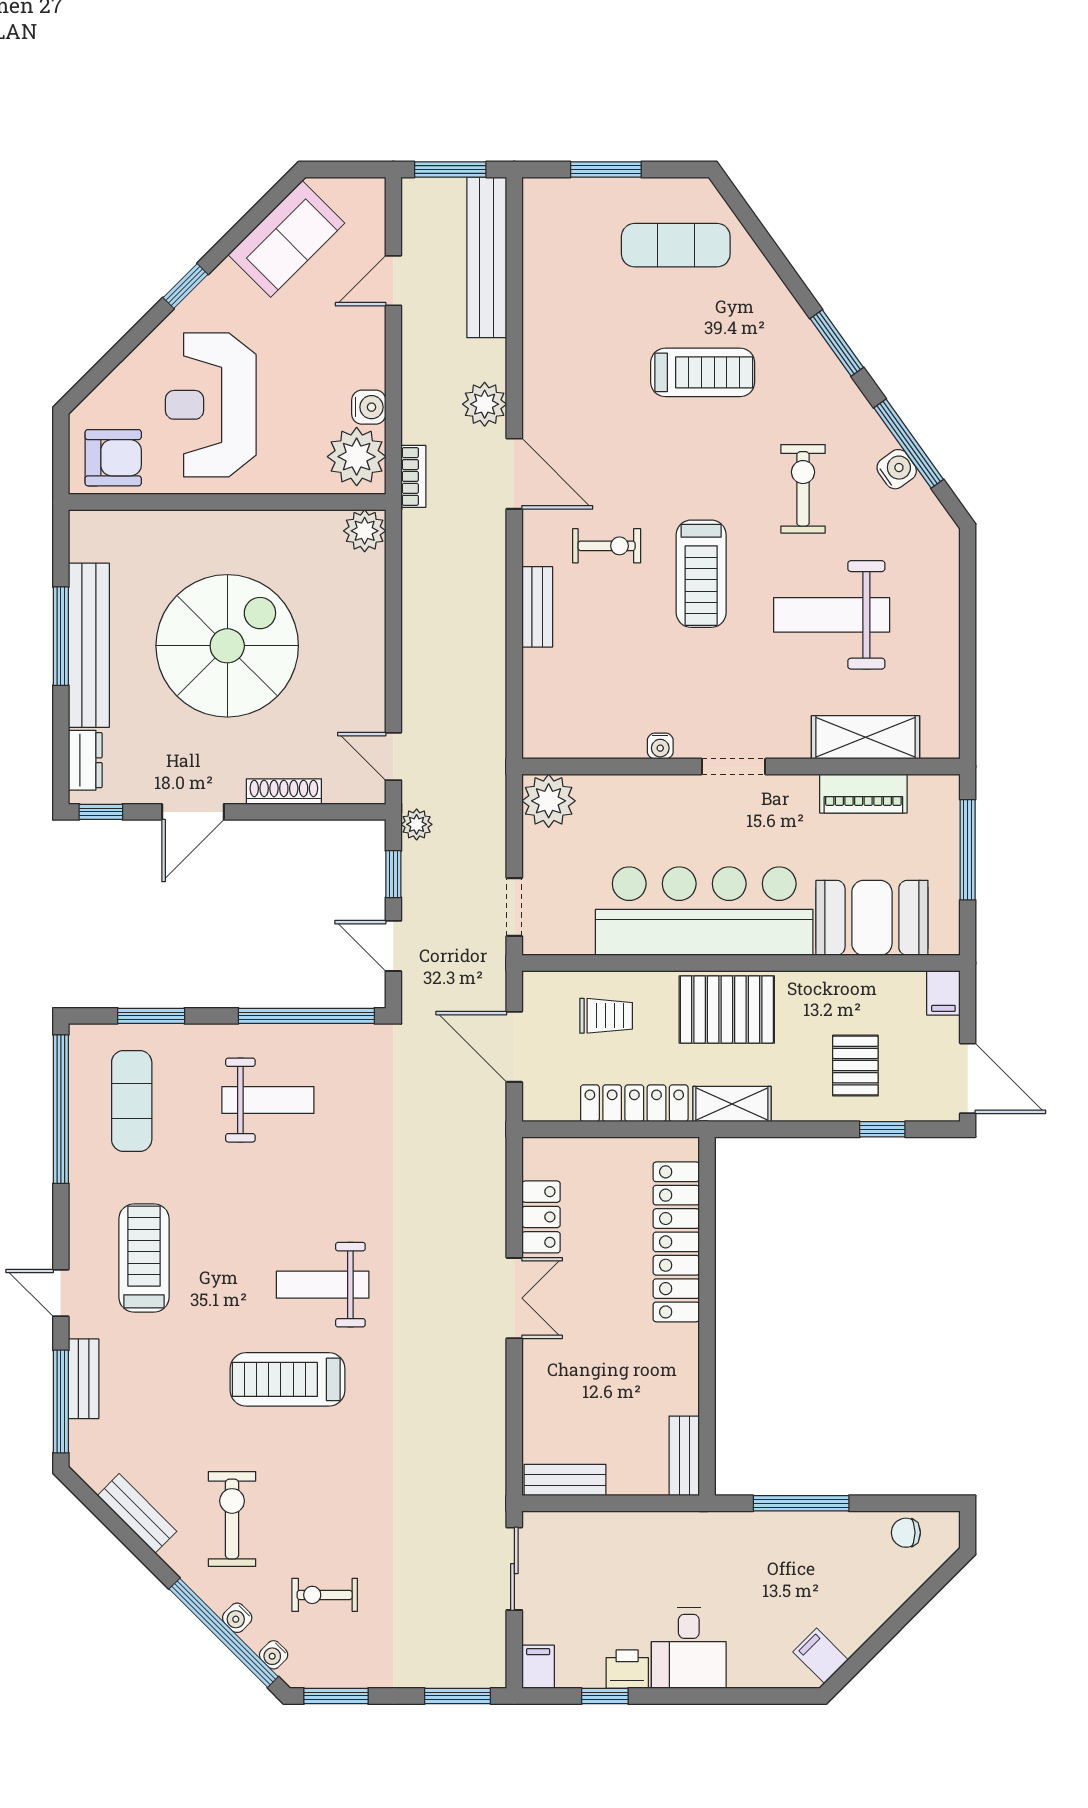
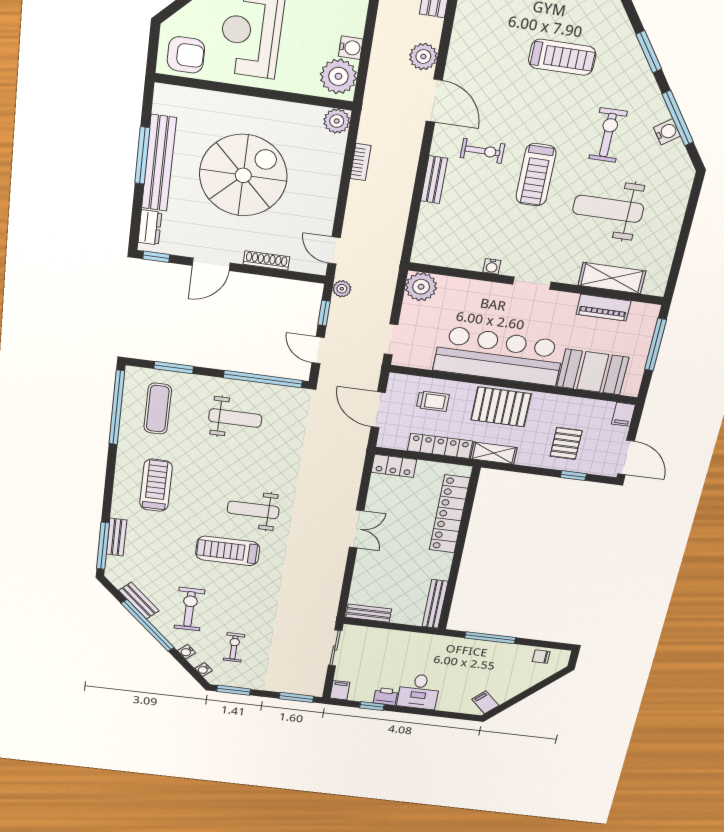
bookcase: (413, 476) -> (361, 162), moved
locker: (541, 1217) -> (394, 466), moved, turned 90
door: (61, 1293) -> (108, 496), removed
bench: (684, 1456) -> (435, 604), width x1.36
exercise bike: (325, 1595) -> (234, 647), turned 90
window: (224, 1633) -> (148, 626), moved

